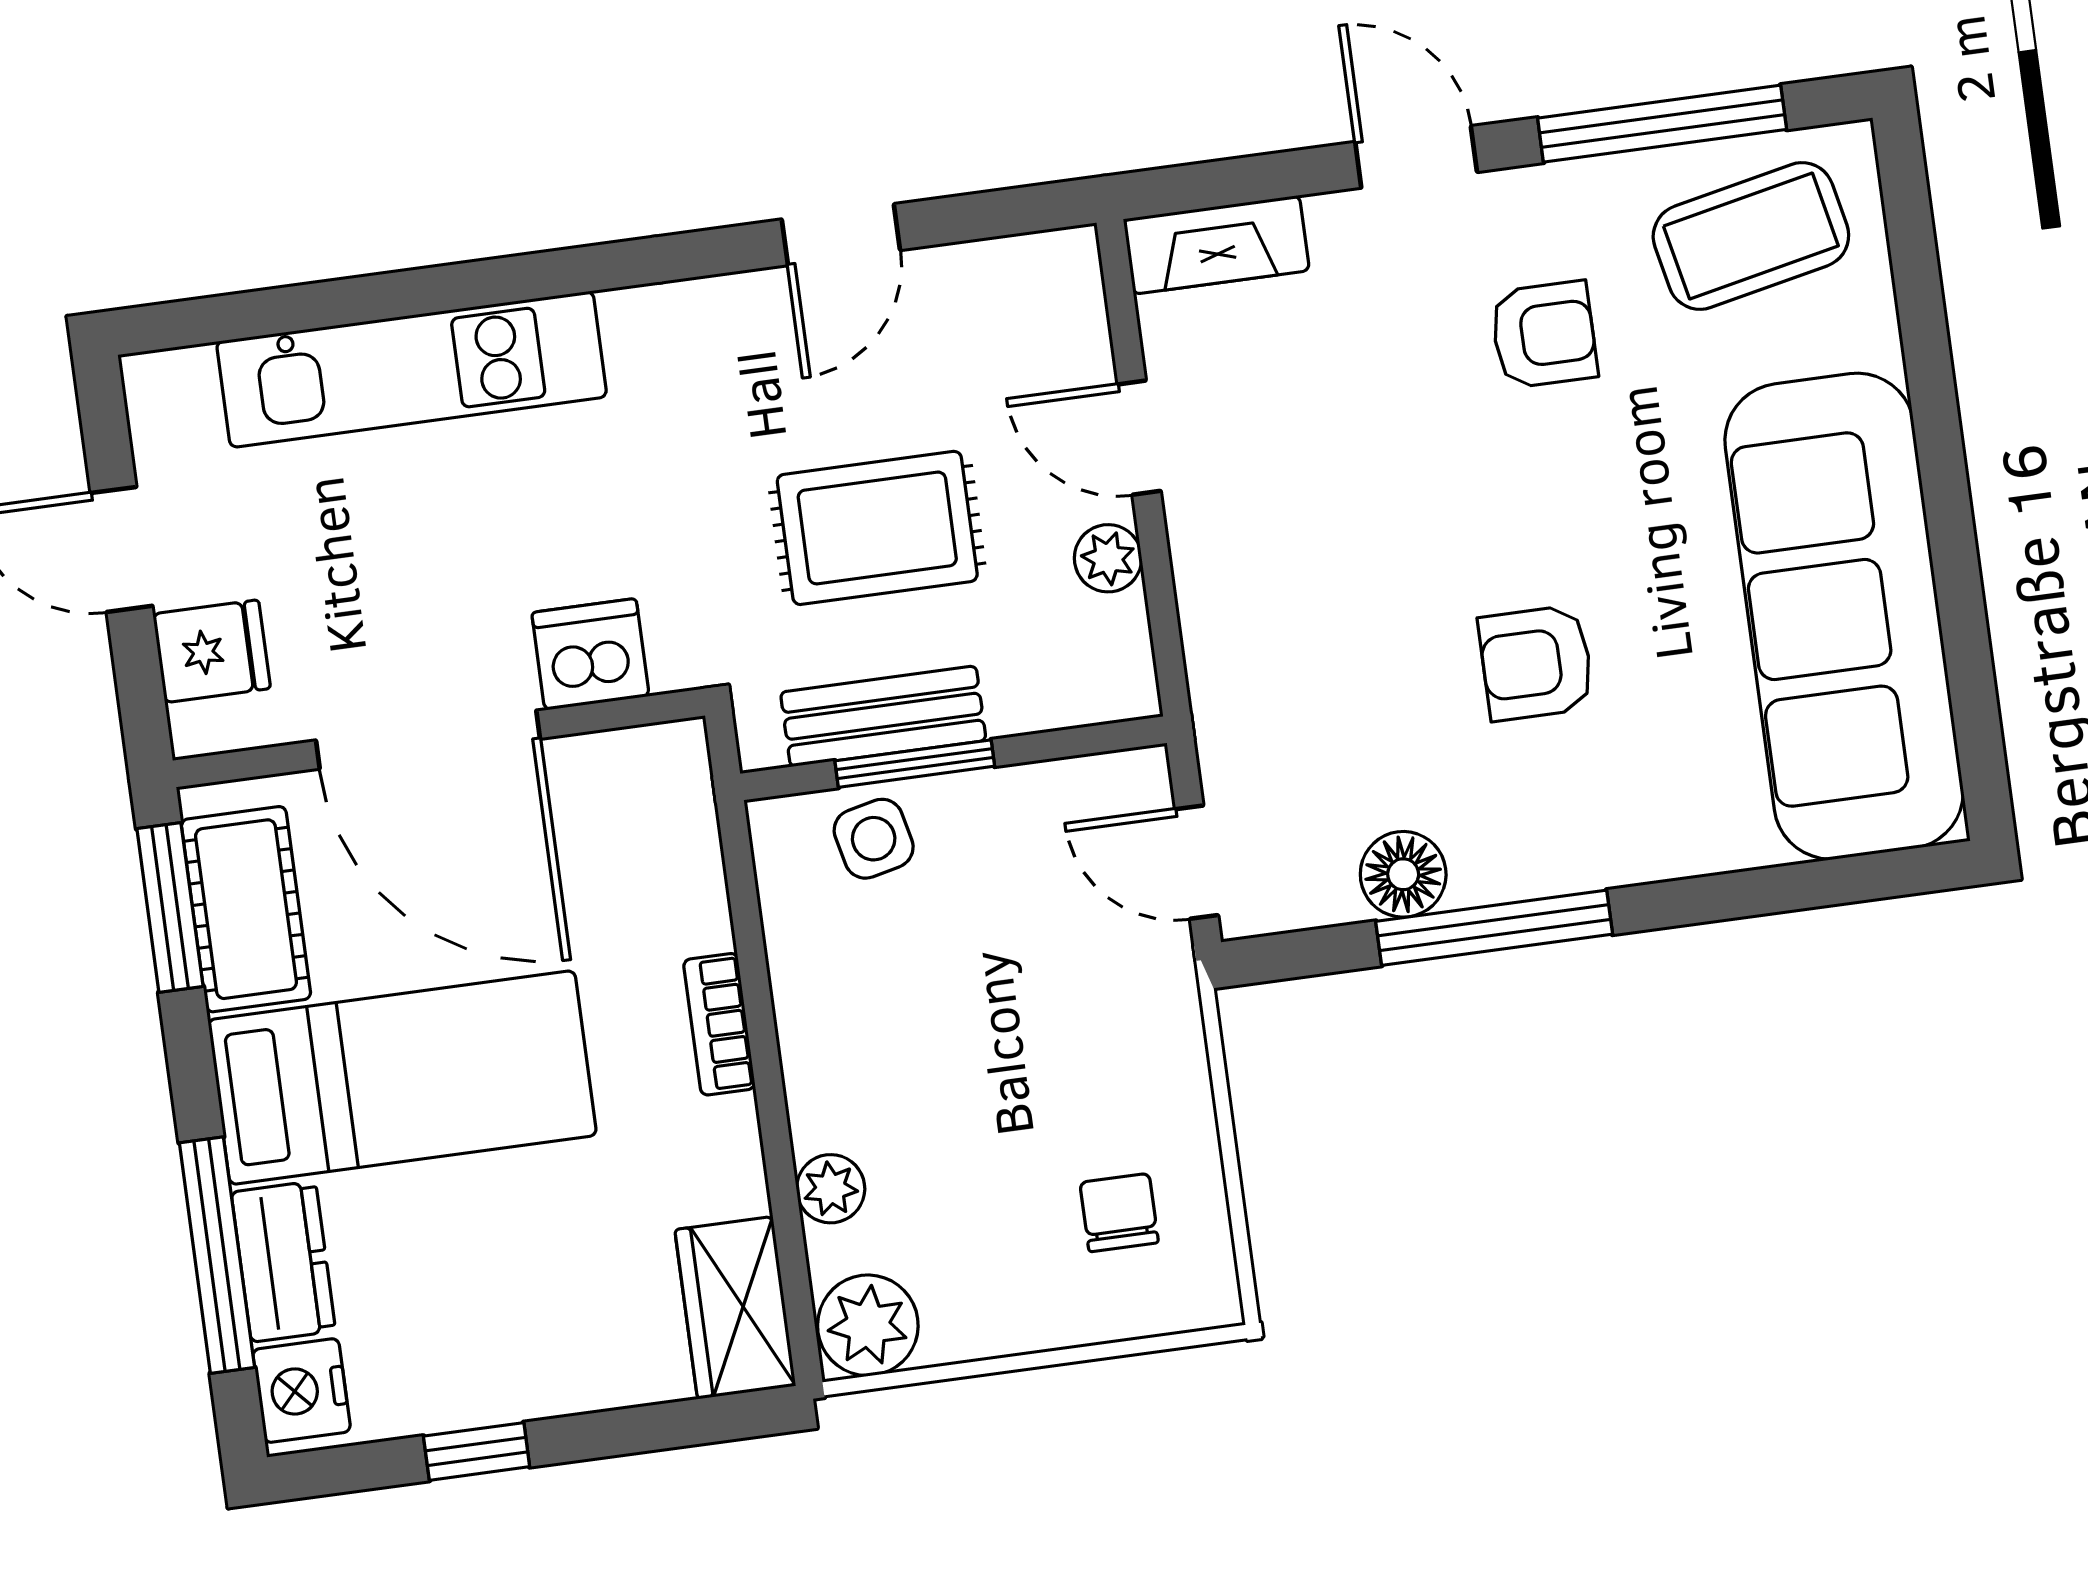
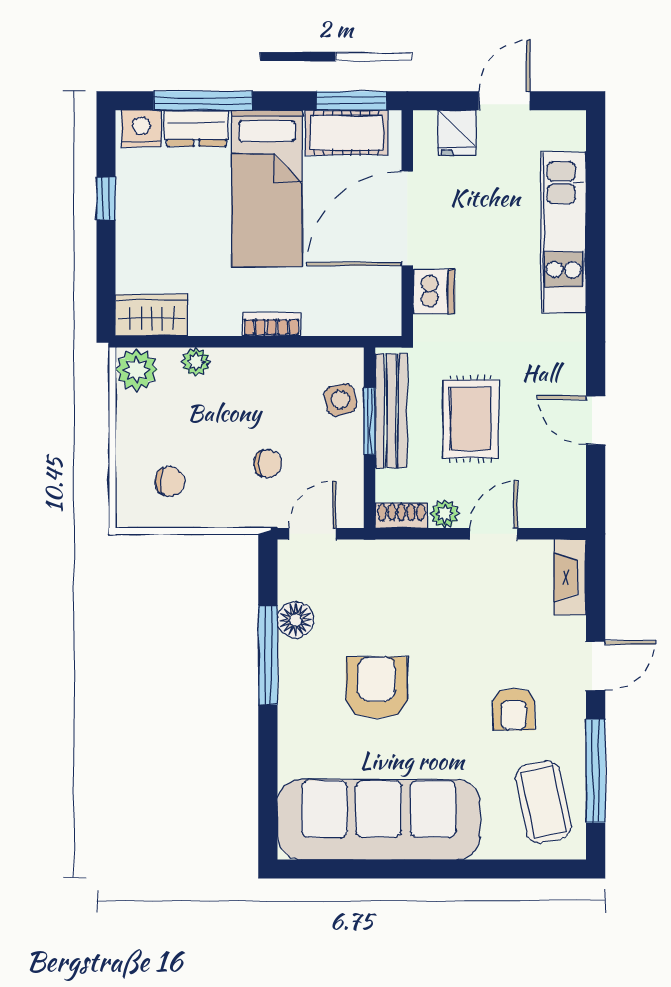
shoe rack: (1125, 659) -> (401, 516), added
armchair: (1536, 663) -> (377, 688), width x1.38, depth x1.38
bench: (883, 716) -> (391, 411), width x1.36
chair: (1046, 989) -> (268, 464), added

